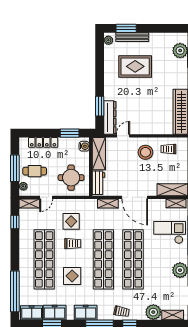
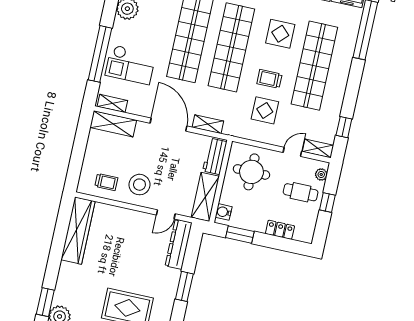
window: (100, 106) -> (184, 286), moved
locker: (43, 142) -> (280, 230), width x0.66
window: (15, 168) -> (327, 202), width x0.46

